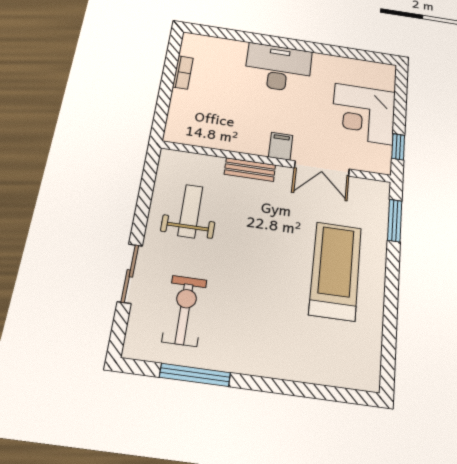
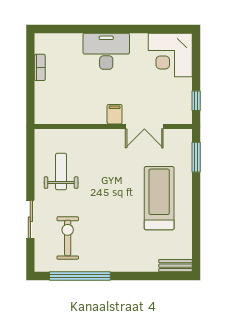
corner desk: (363, 114) -> (170, 55), moved
bench: (250, 169) -> (175, 266), moved
window: (195, 375) -> (80, 276), width x1.46

